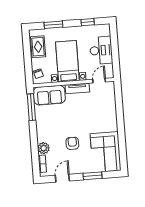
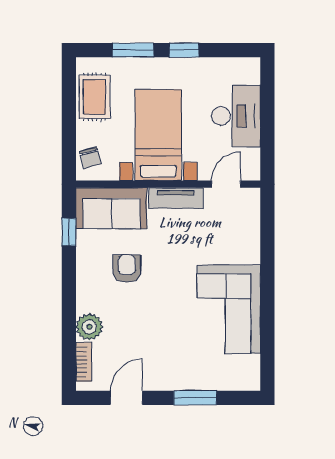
window: (88, 22) -> (184, 50), moved
window: (31, 107) -> (69, 232), width x0.46
armchair: (72, 143) -> (127, 269), moved
corner sofa: (106, 152) -> (229, 309), moved

